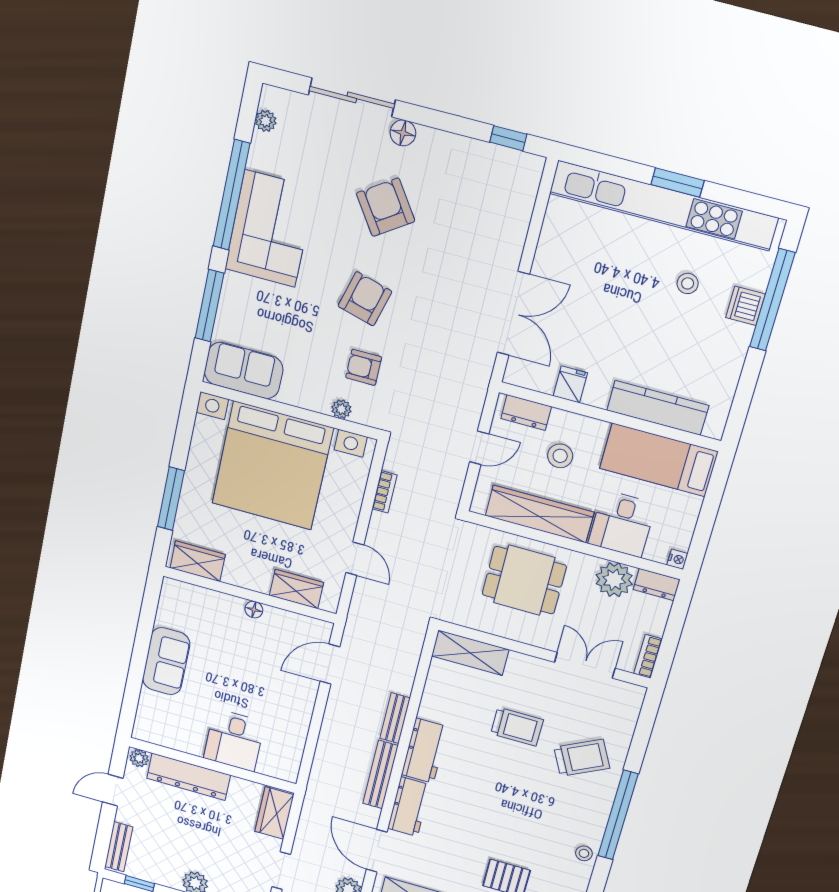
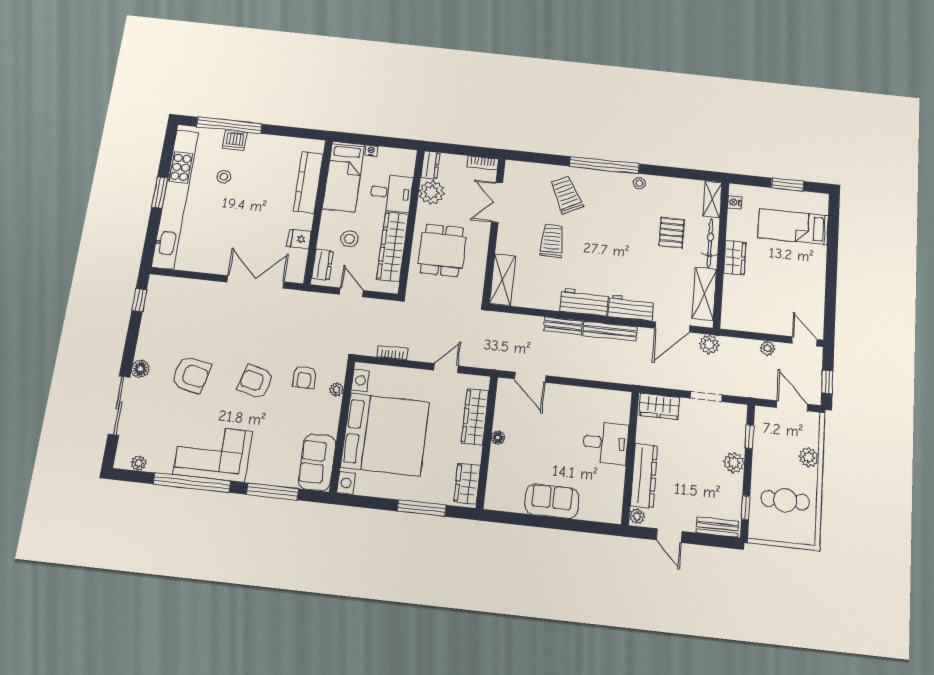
armchair: (386, 207) -> (191, 375), turned -133
nightstand: (677, 559) -> (371, 151), moved
wardrobe: (296, 589) -> (475, 417), width x1.50

